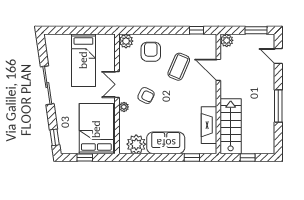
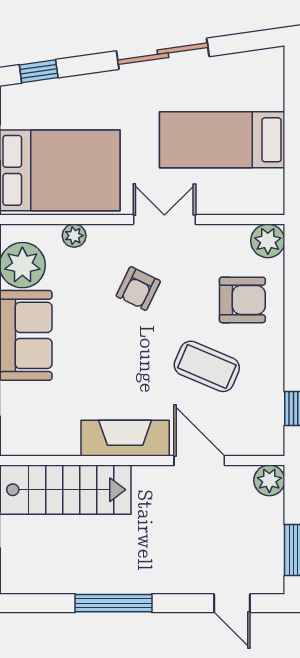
door: (278, 56) -> (232, 603), swing flipped
door: (218, 70) -> (199, 461), hinge flipped
plant: (124, 107) -> (74, 236), moved
fireplace: (209, 125) -> (125, 438), moved

